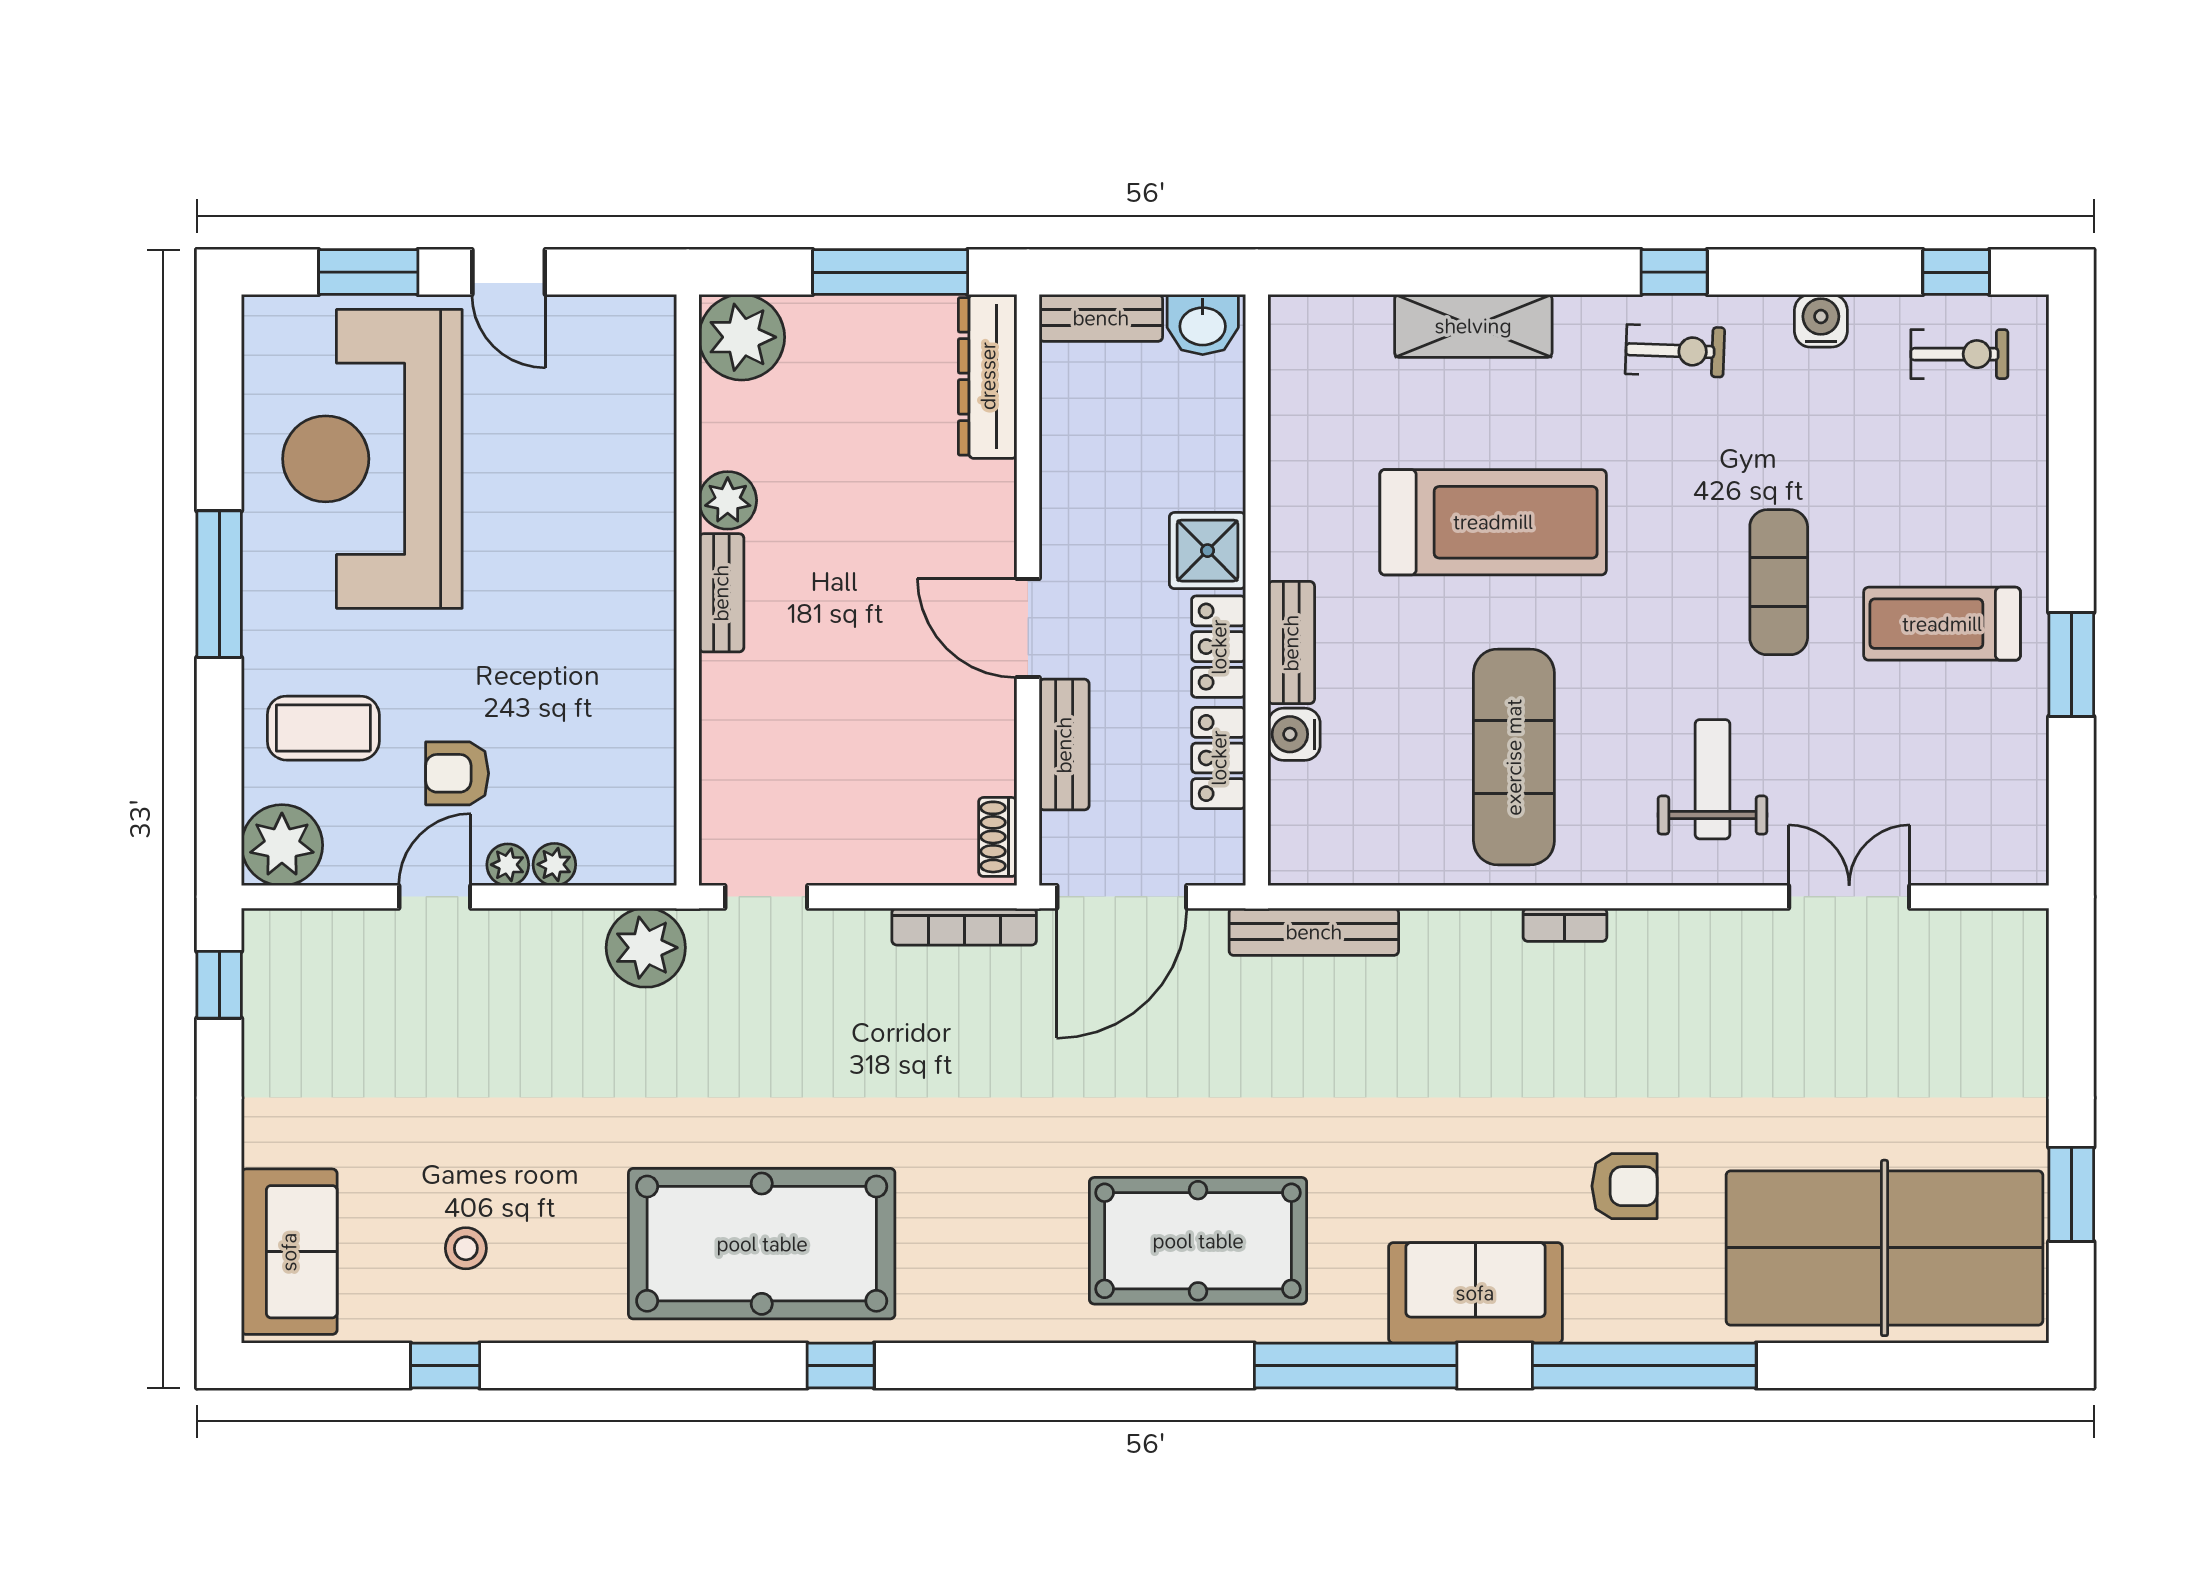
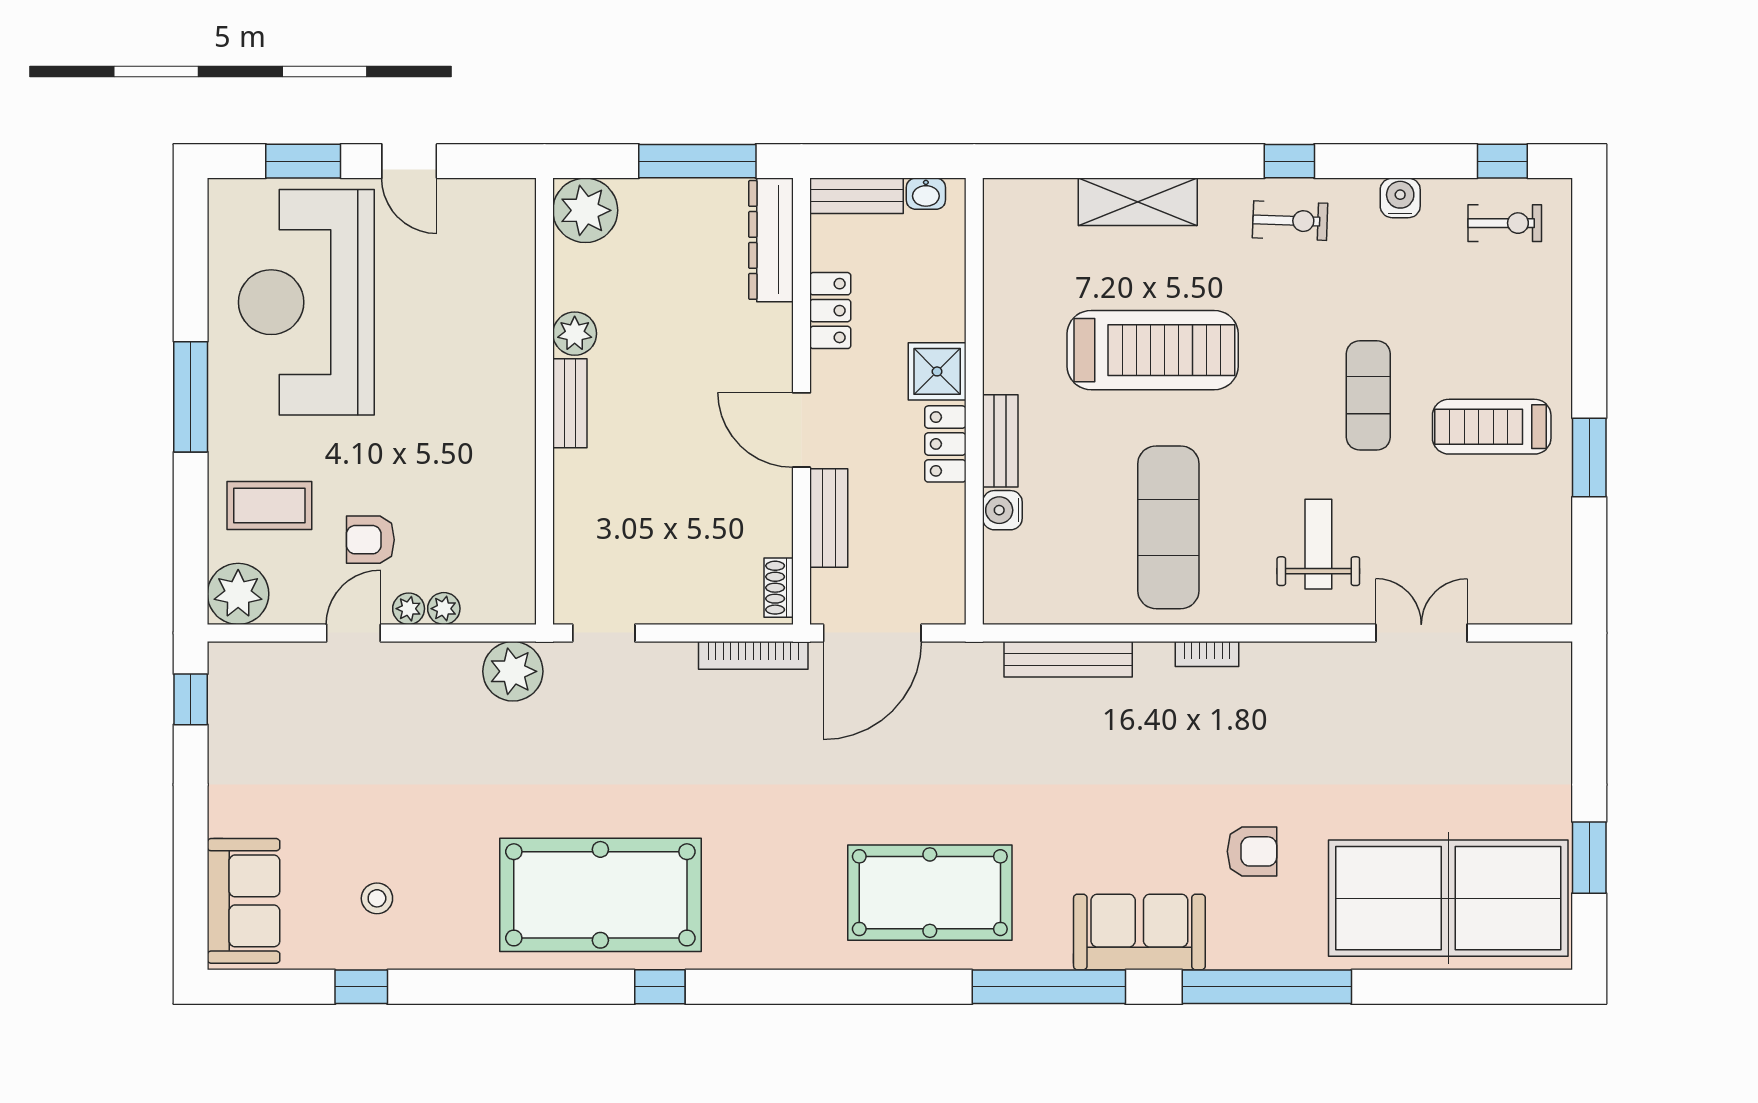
washbasin: (1203, 324) -> (926, 194), width x0.72, depth x0.69
locker: (1219, 758) -> (830, 311), moved, turned 180
bench: (1314, 932) -> (1068, 659), moved

